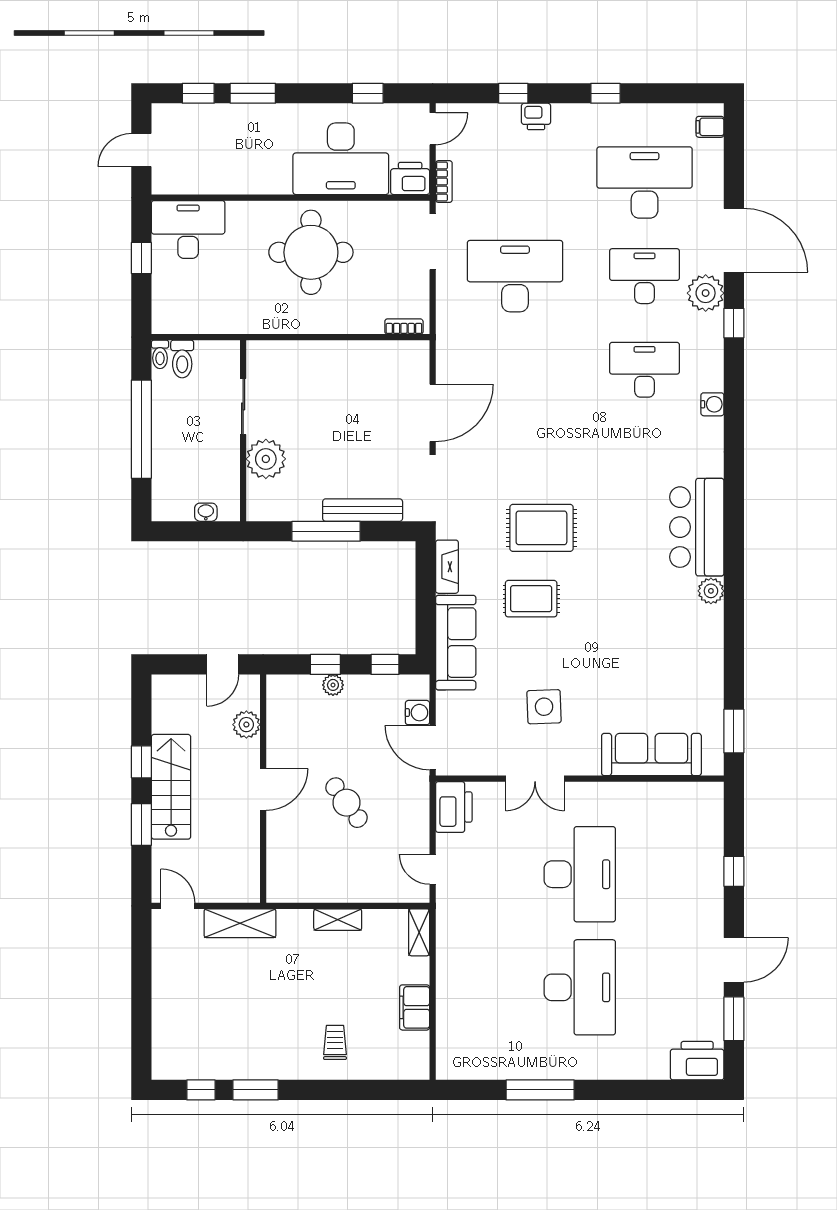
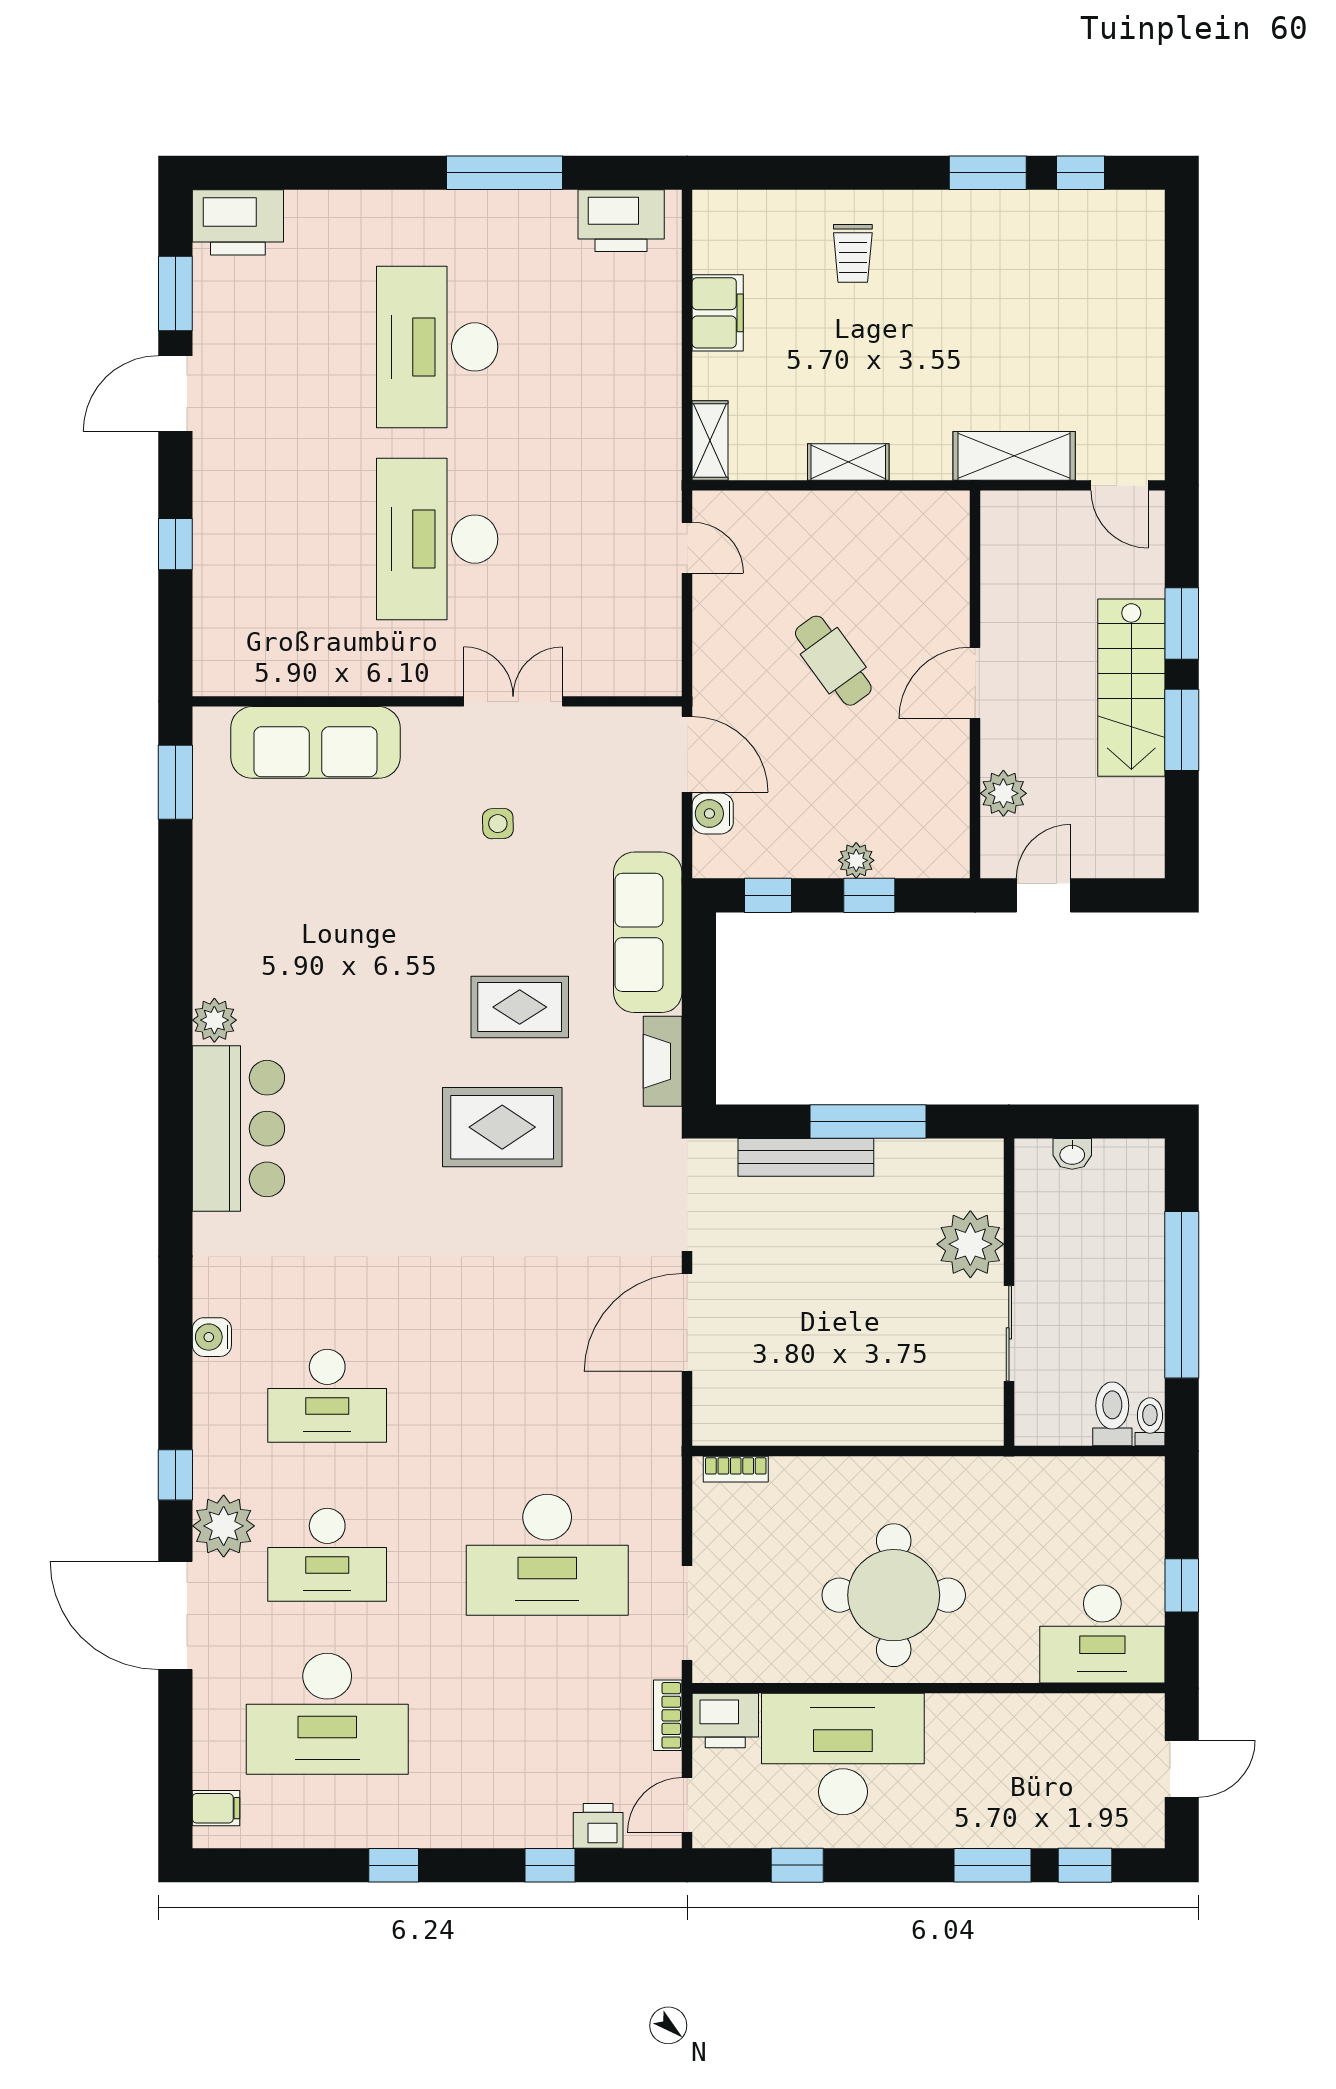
printer: (536, 116) -> (598, 1826), moved
side table: (544, 707) -> (498, 824), width x0.54, depth x0.54
window: (141, 762) -> (1182, 730), width x1.50
printer: (454, 807) -> (621, 221), moved, turned -90

